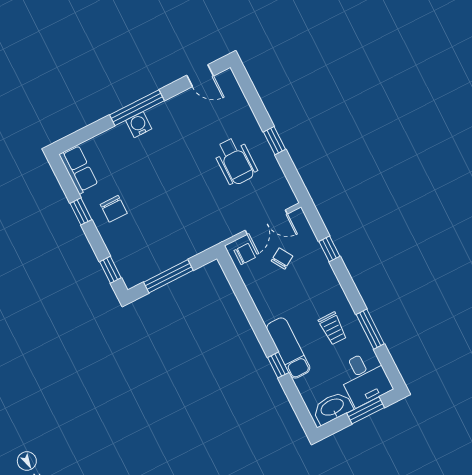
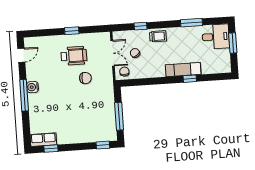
water cooler: (139, 125) -> (33, 87), moved
chair: (114, 209) -> (85, 78), moved
window: (81, 211) -> (51, 149), moved
trolley: (333, 328) -> (158, 36), moved
washbasin: (332, 408) -> (224, 60), removed

